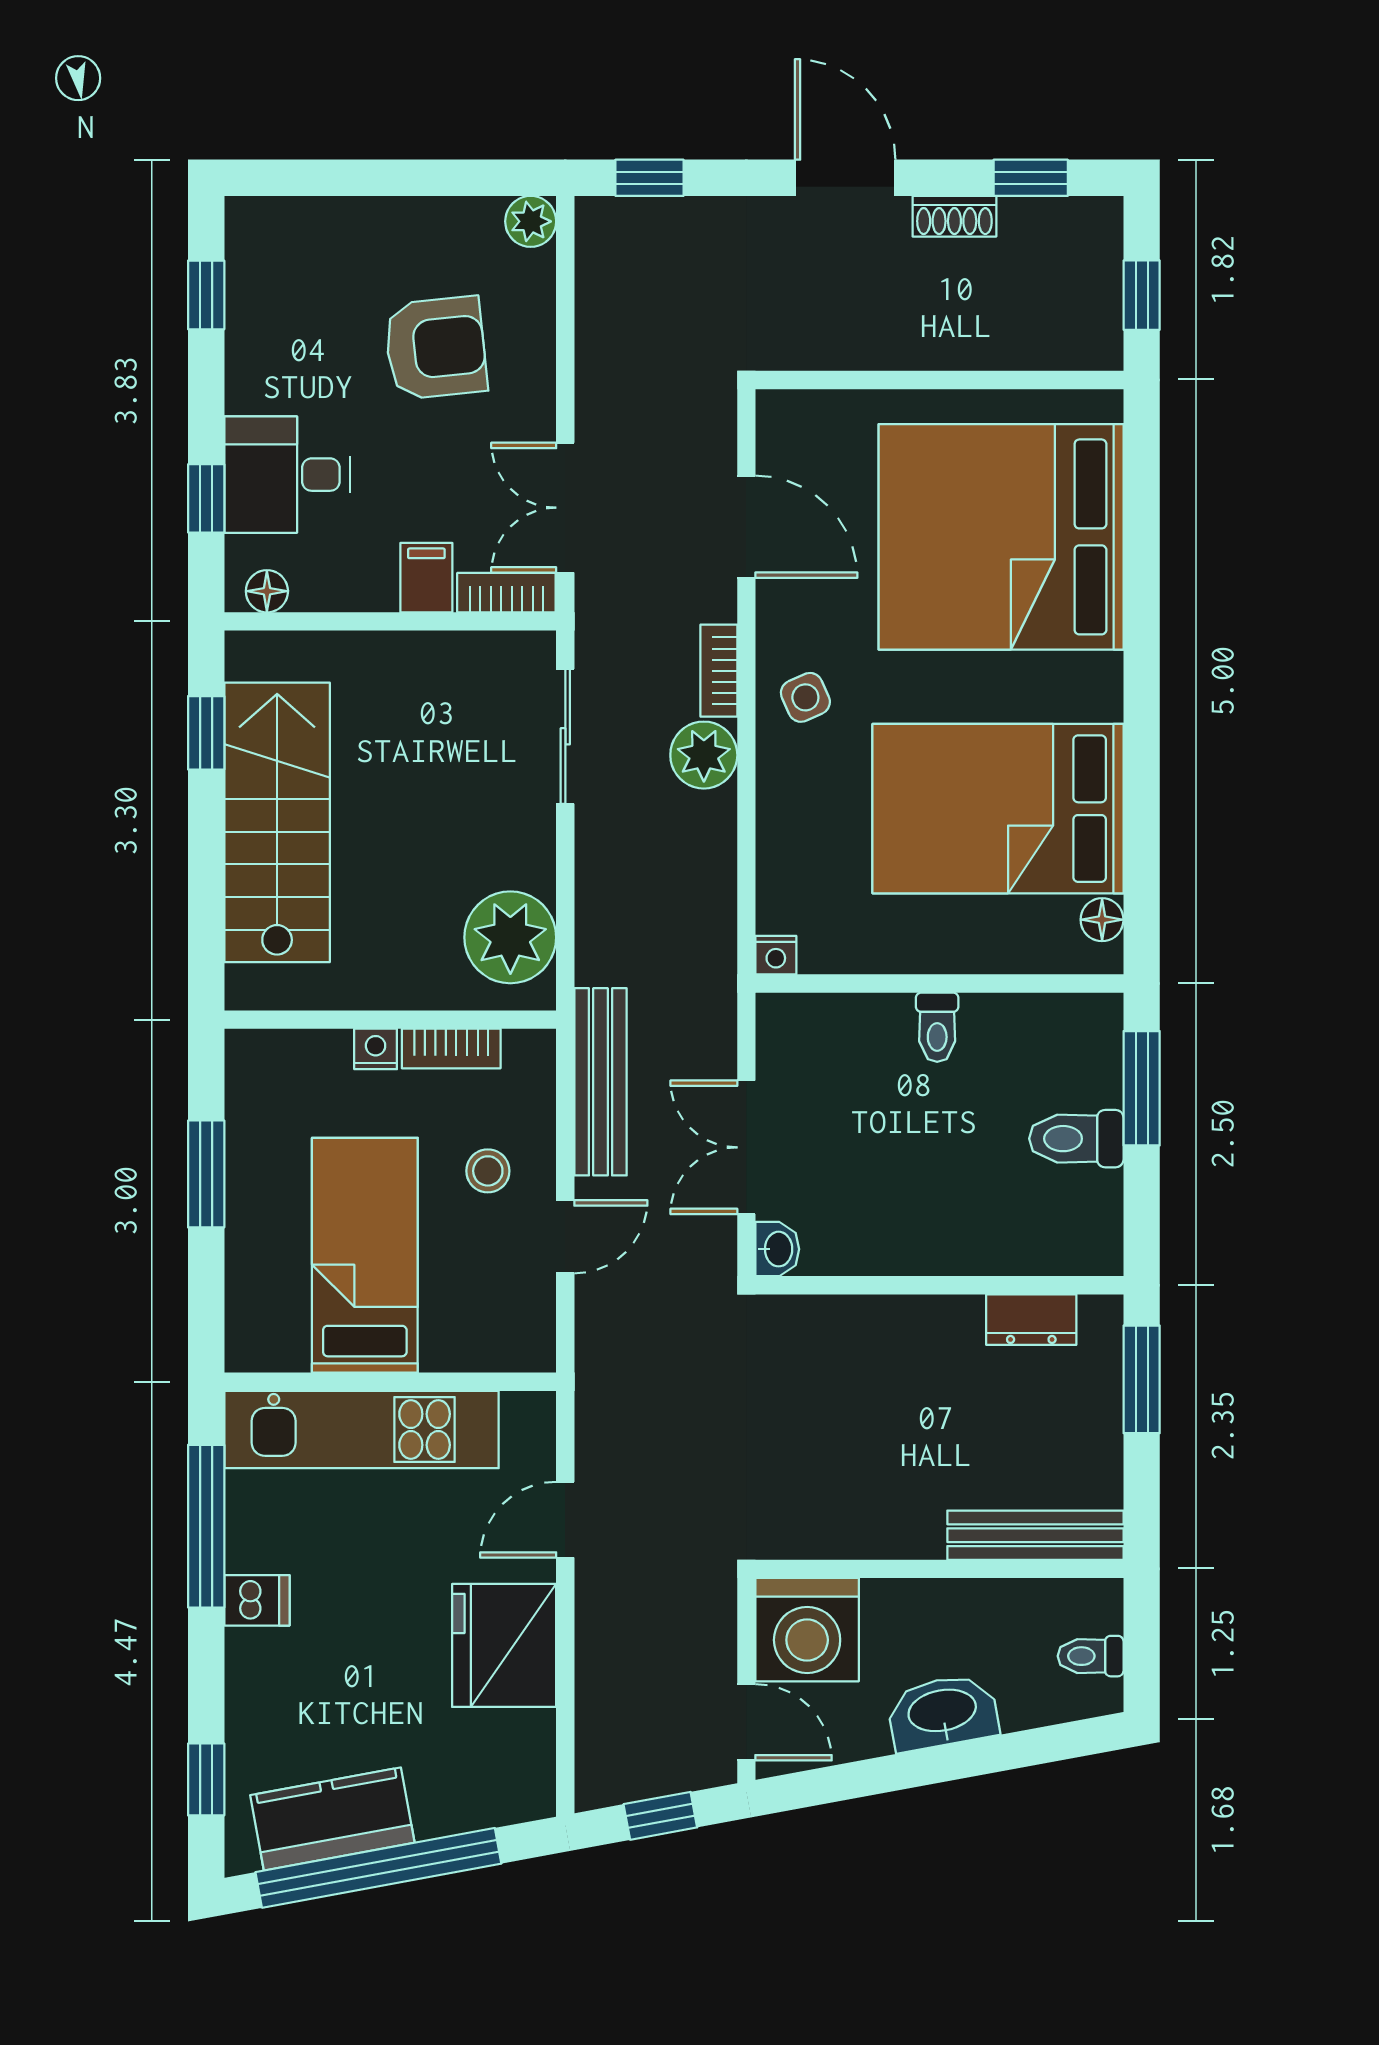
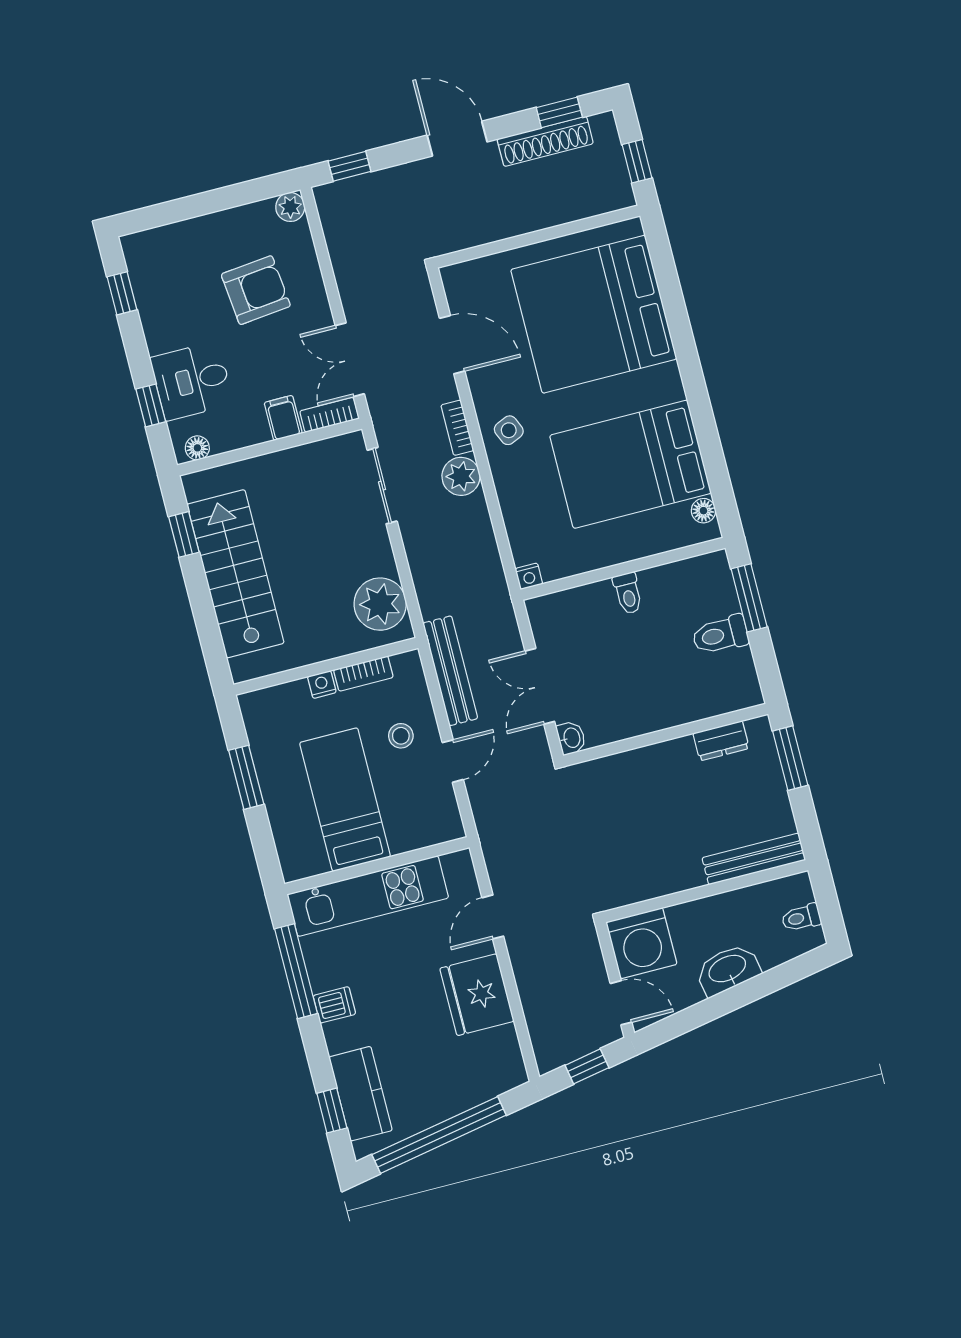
shoe rack: (954, 216) -> (545, 141), width x1.94, depth x1.24
kitchen counter: (332, 1819) -> (361, 1094), moved, turned 100

